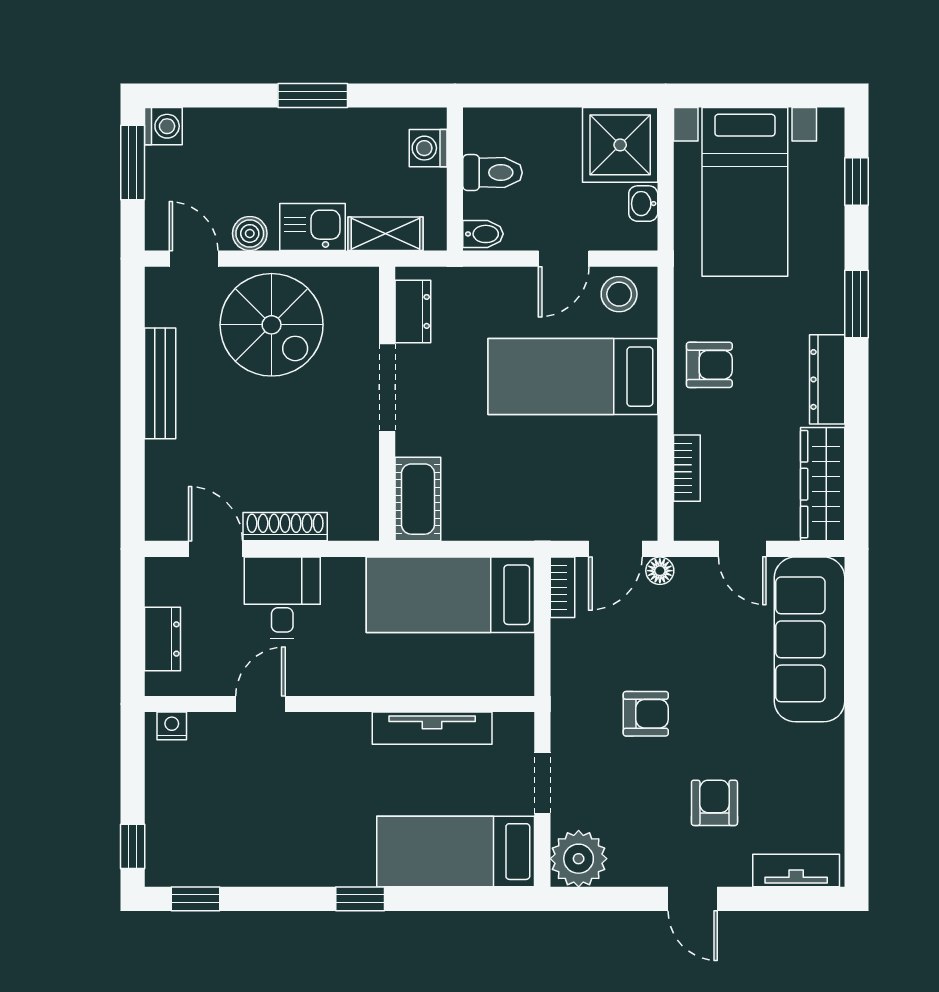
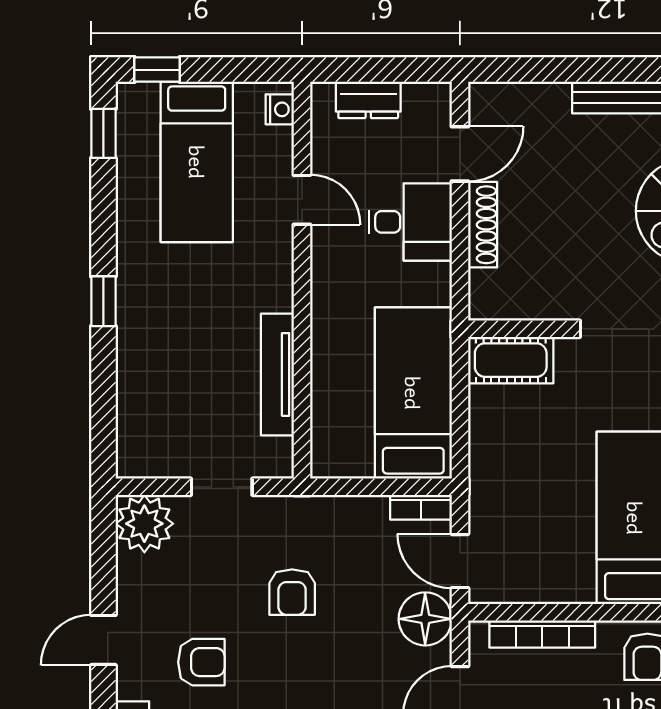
bookcase: (687, 468) -> (542, 634), width x1.56
floor lamp: (660, 571) -> (425, 619), width x1.89, depth x1.89
bed: (456, 852) -> (197, 162), moved, turned 180

